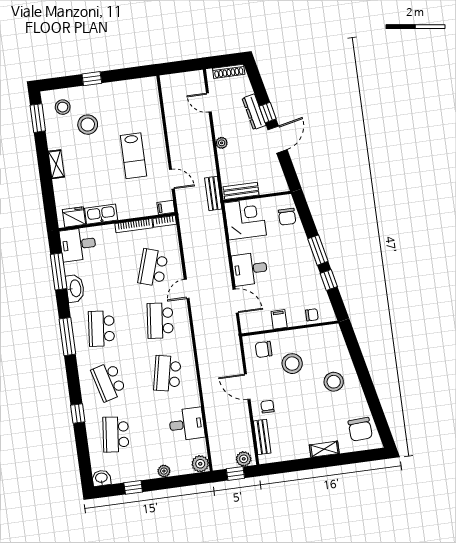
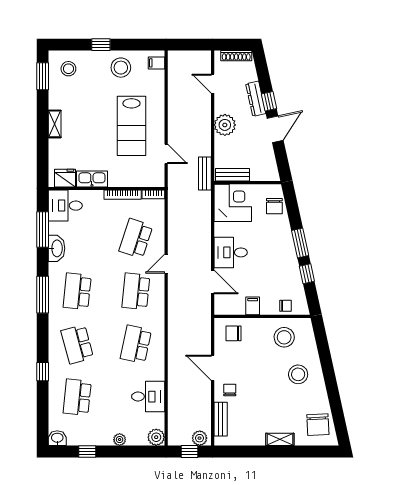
stool: (88, 125) -> (121, 68), moved
plant: (222, 143) -> (225, 125), width x1.88, depth x1.88
lab bench: (133, 156) -> (131, 126), width x1.36, depth x1.39
filing cabinet: (166, 207) -> (157, 63), moved
stool: (292, 364) -> (284, 337), moved

